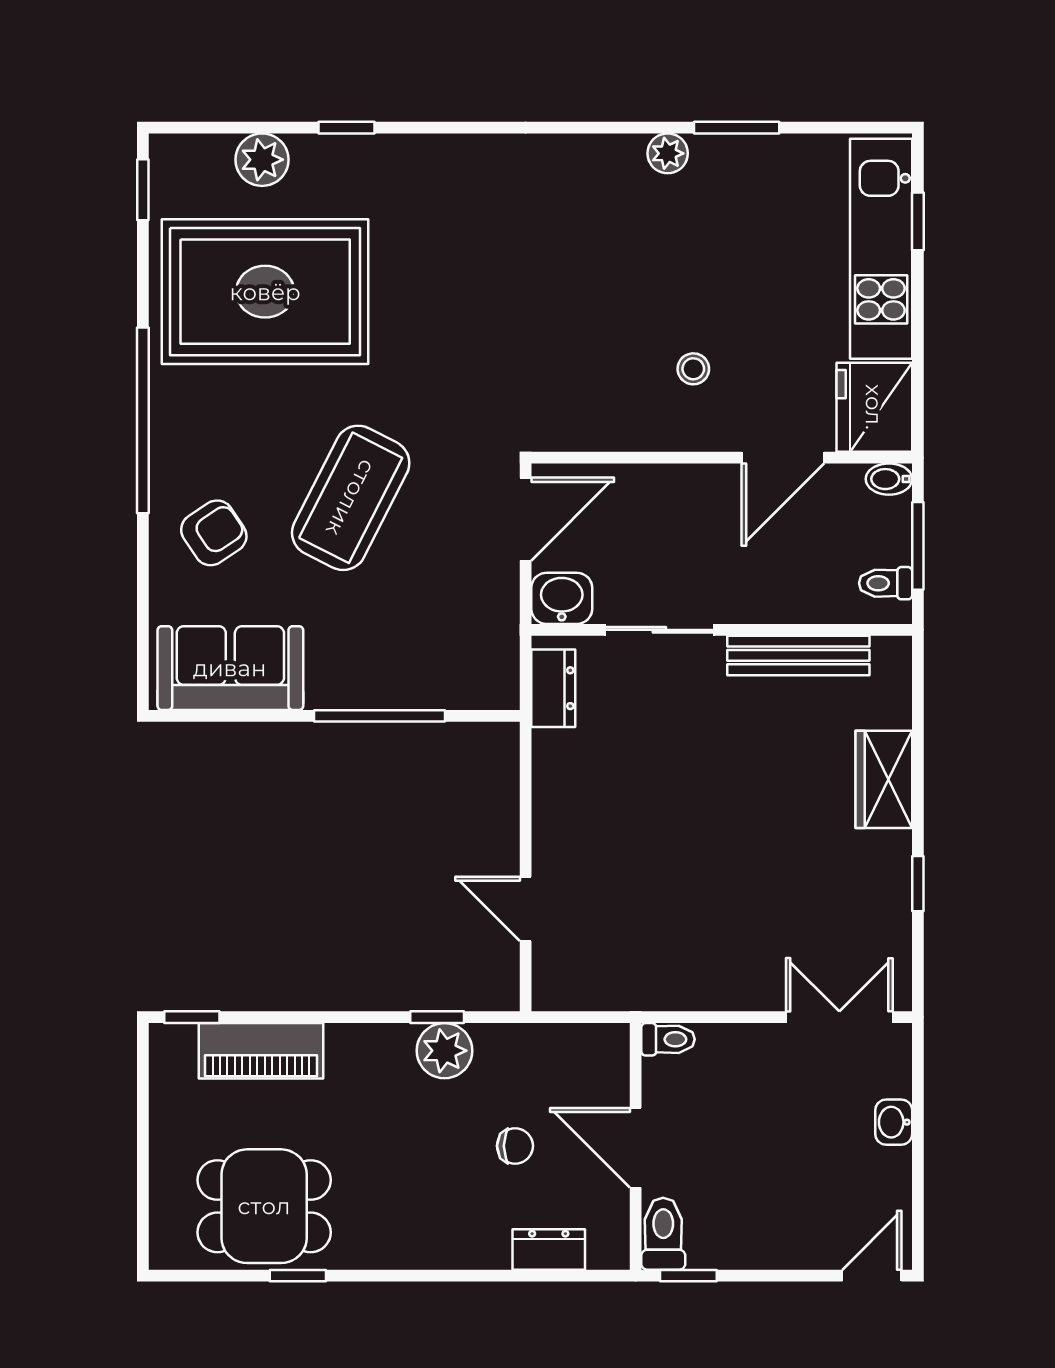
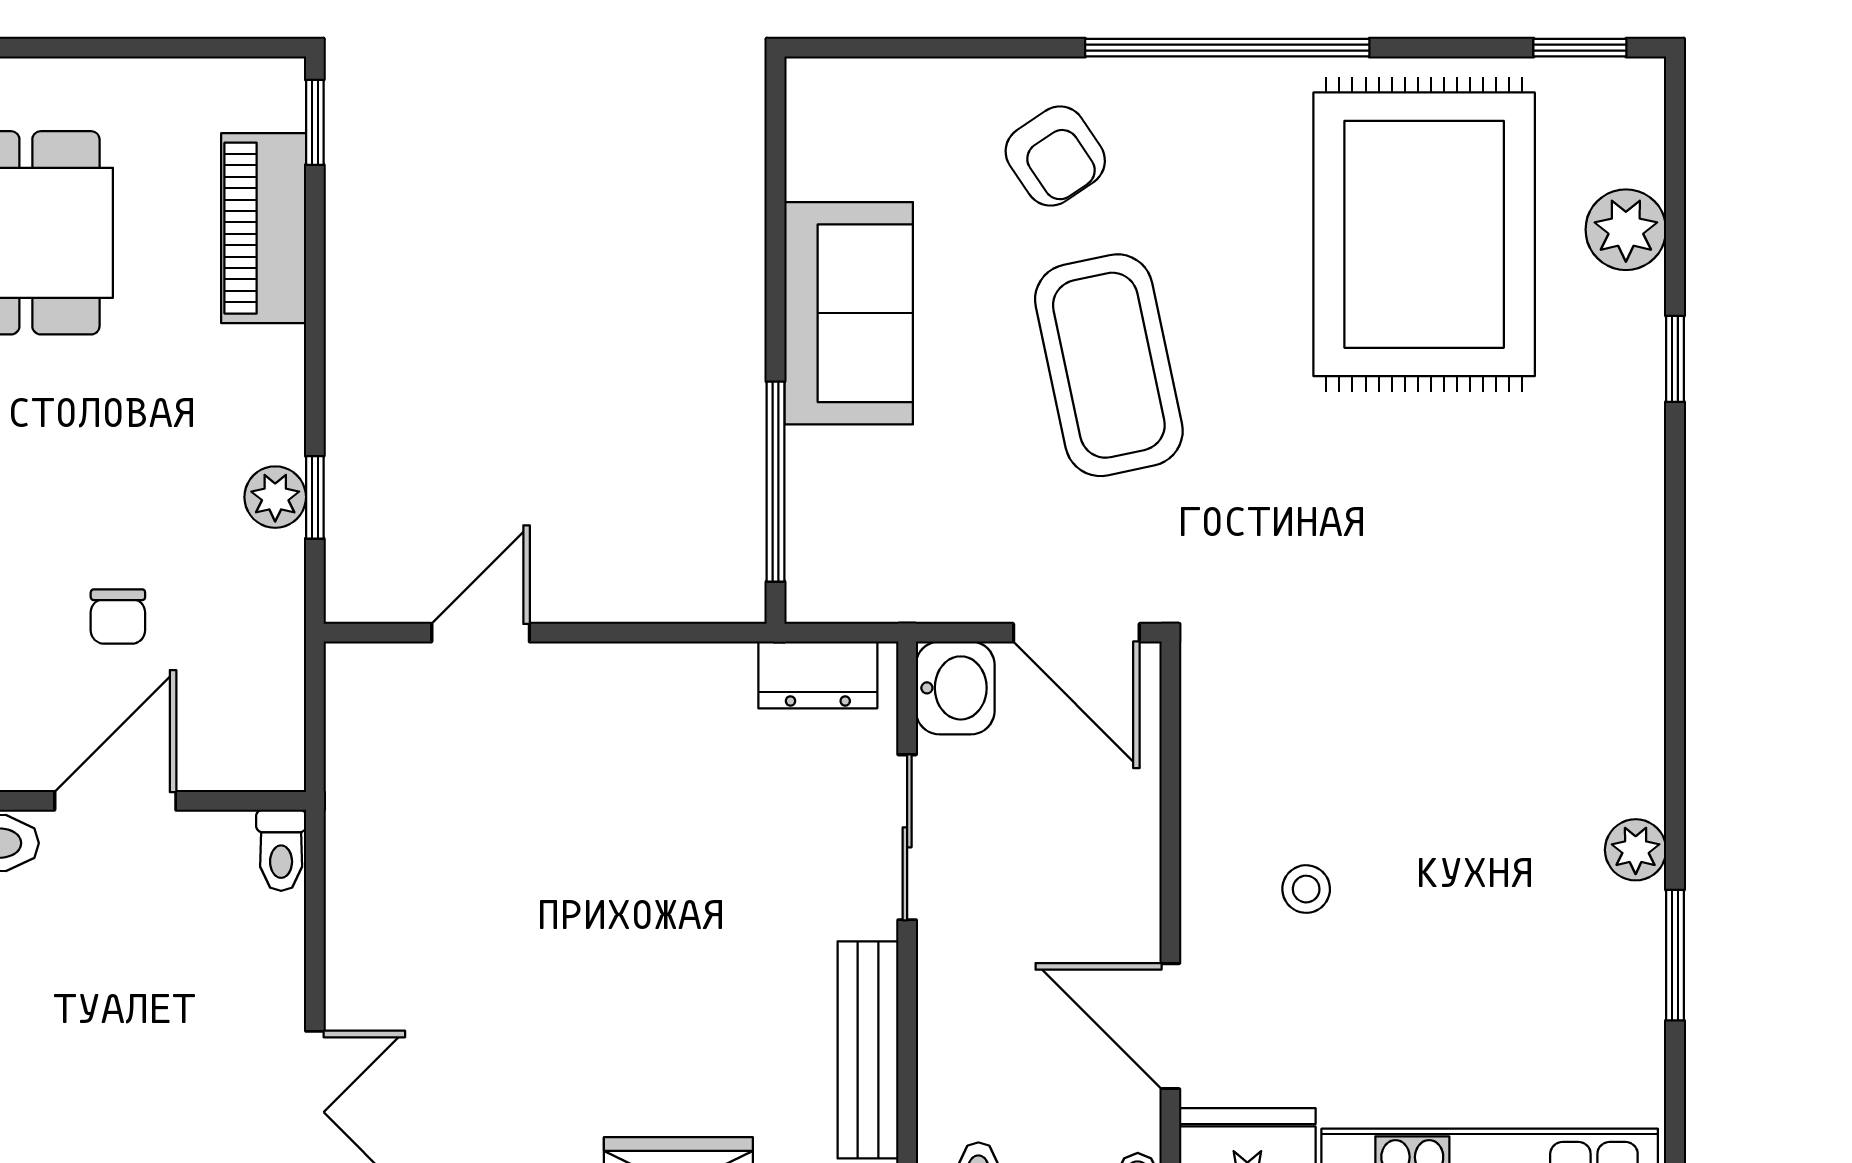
coffee table: (351, 498) -> (1109, 365), turned 51
sofa: (230, 668) -> (849, 313), moved
window: (380, 716) -> (775, 482), moved
plant: (444, 1051) -> (275, 497), width x0.73, depth x0.73

